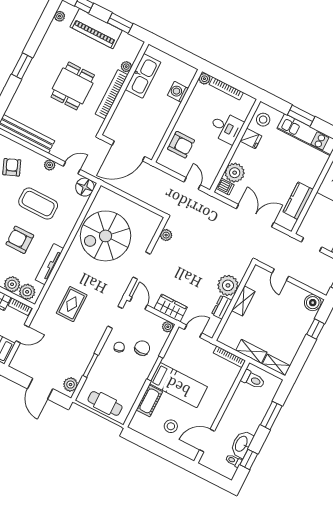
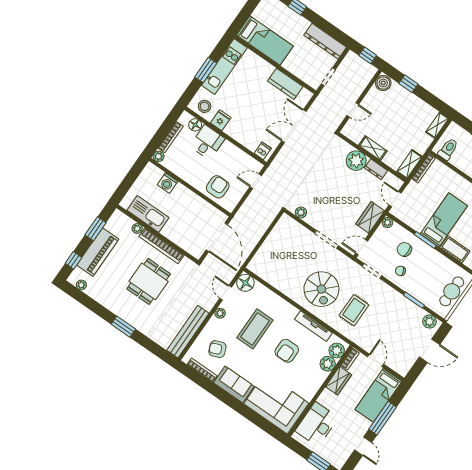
dining table: (73, 86) -> (149, 281), turned 90
floor lamp: (242, 112) -> (195, 125), added
plant: (235, 173) -> (251, 140), removed
spiral stairs: (106, 236) -> (321, 289), moved, width x0.73, depth x0.73
rug: (72, 304) -> (354, 310), turned 90
shelving: (251, 351) -> (409, 164), moved

